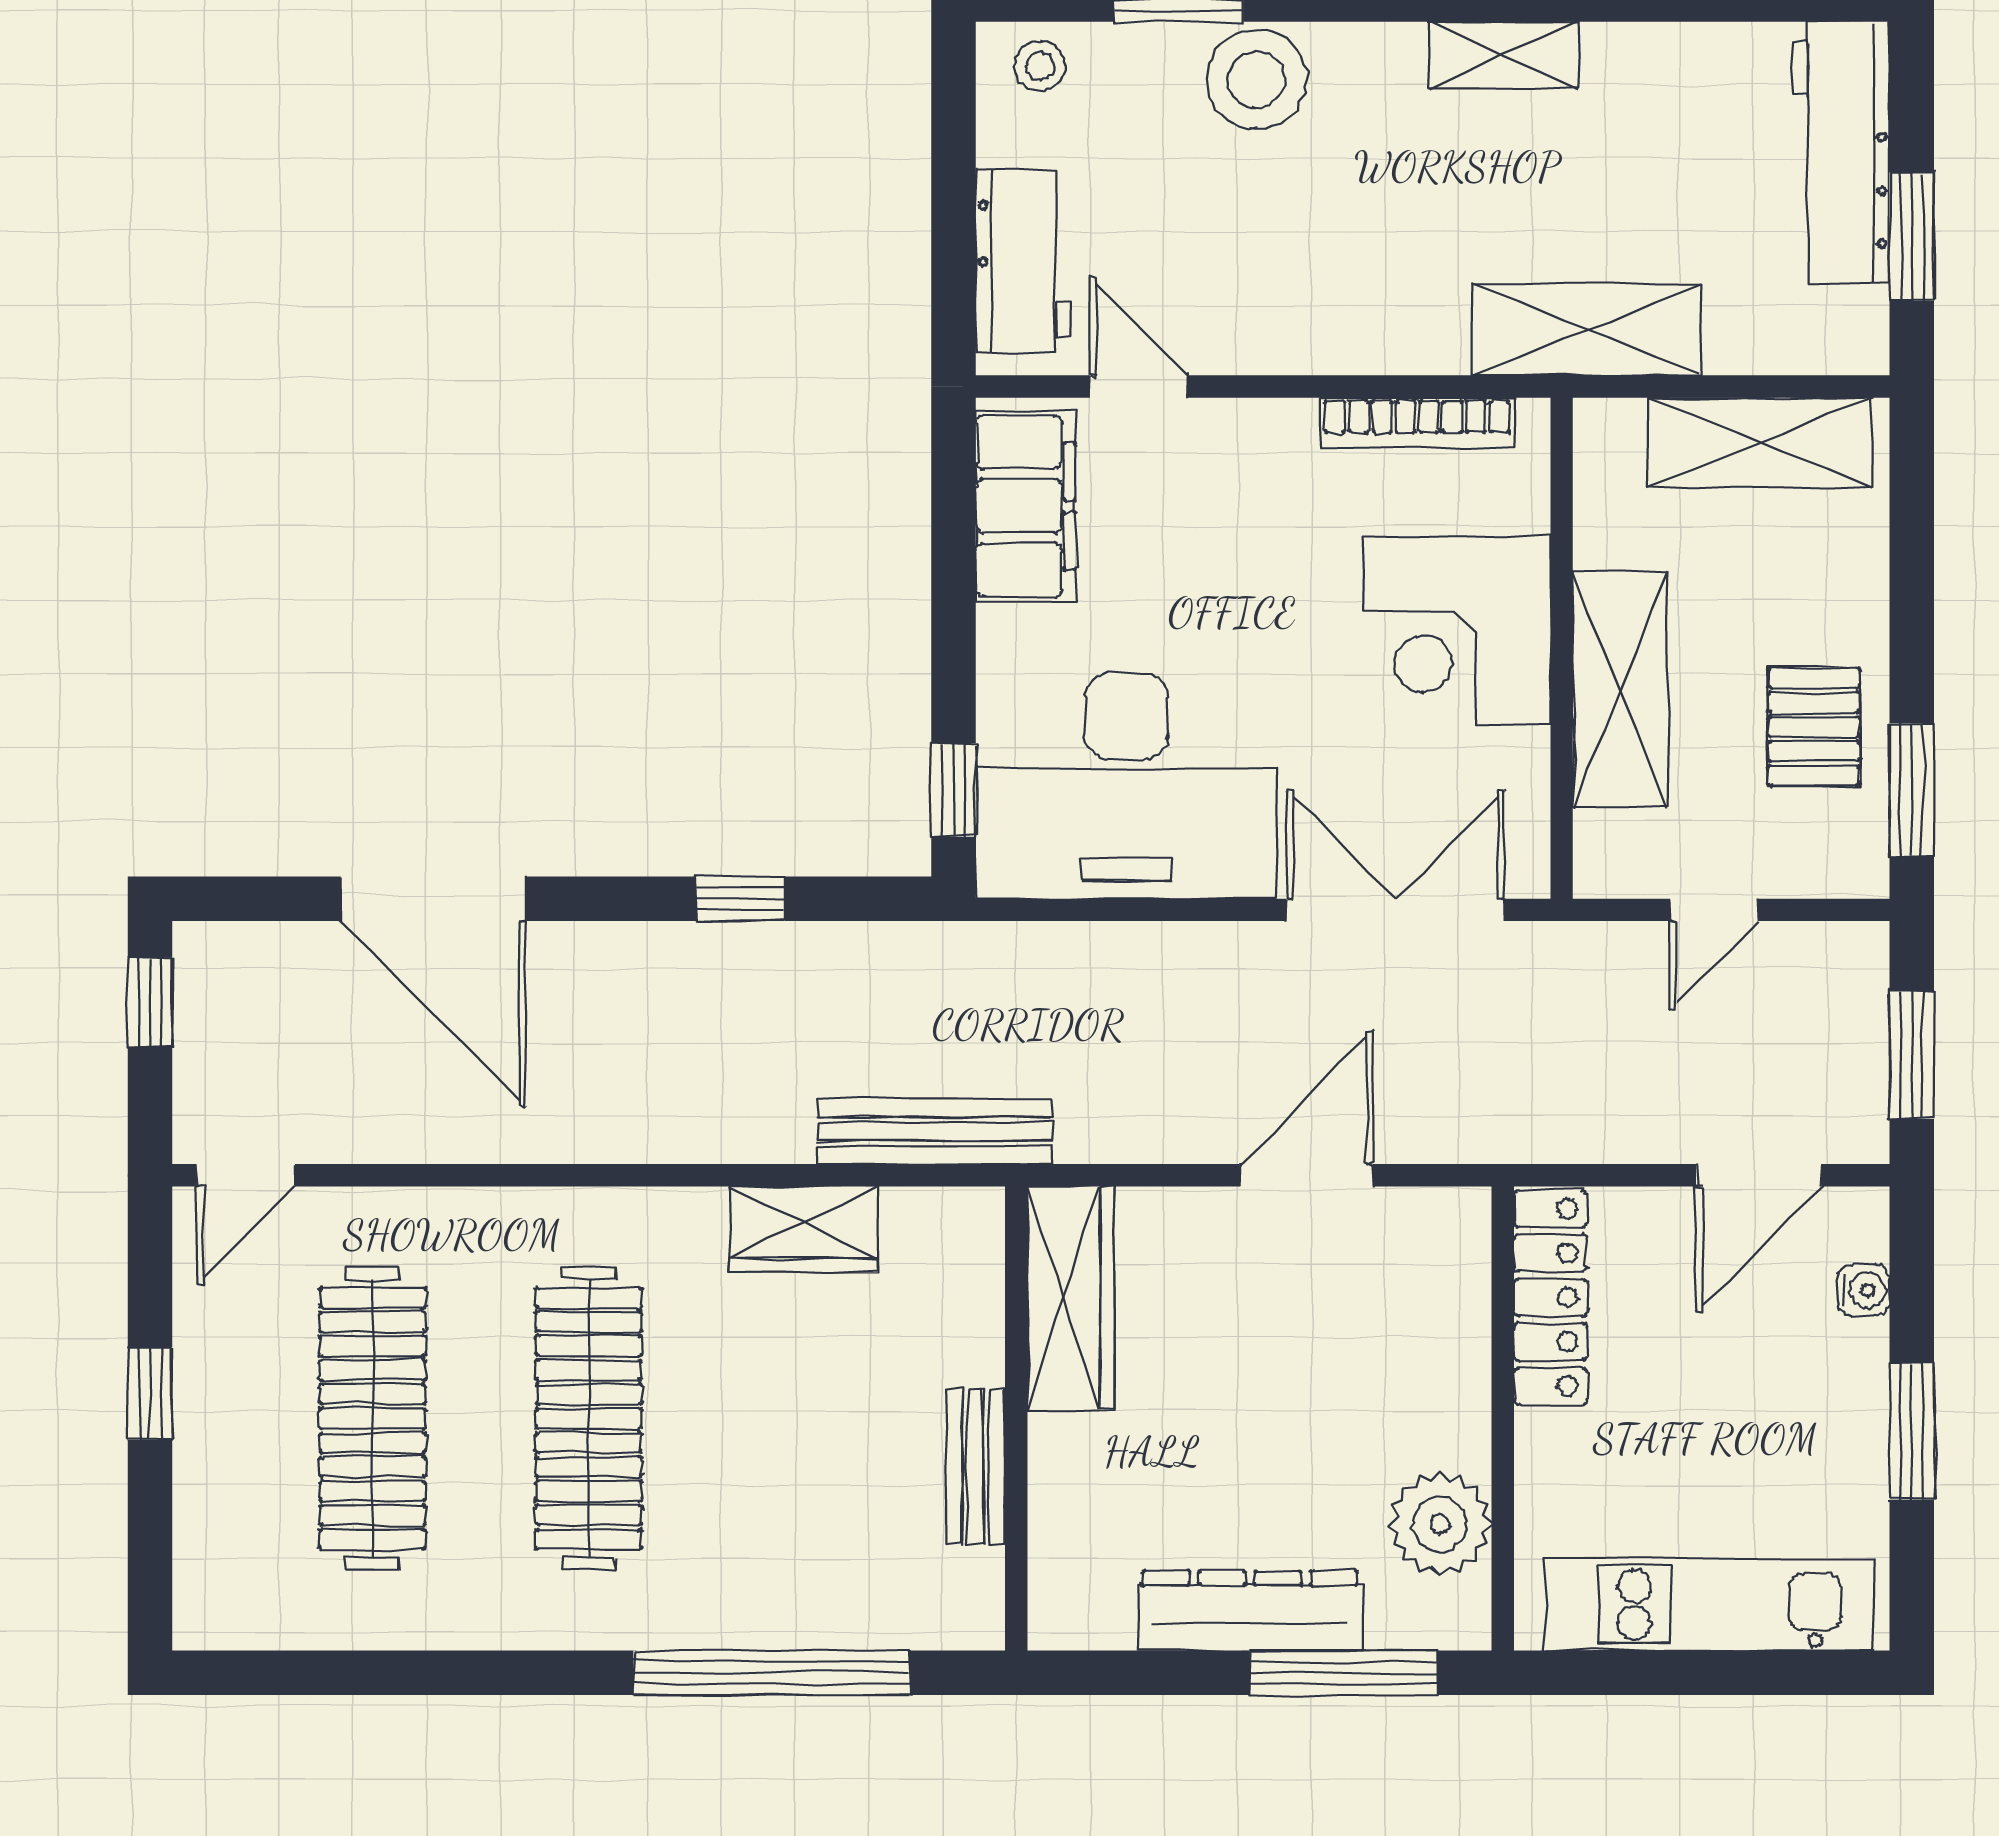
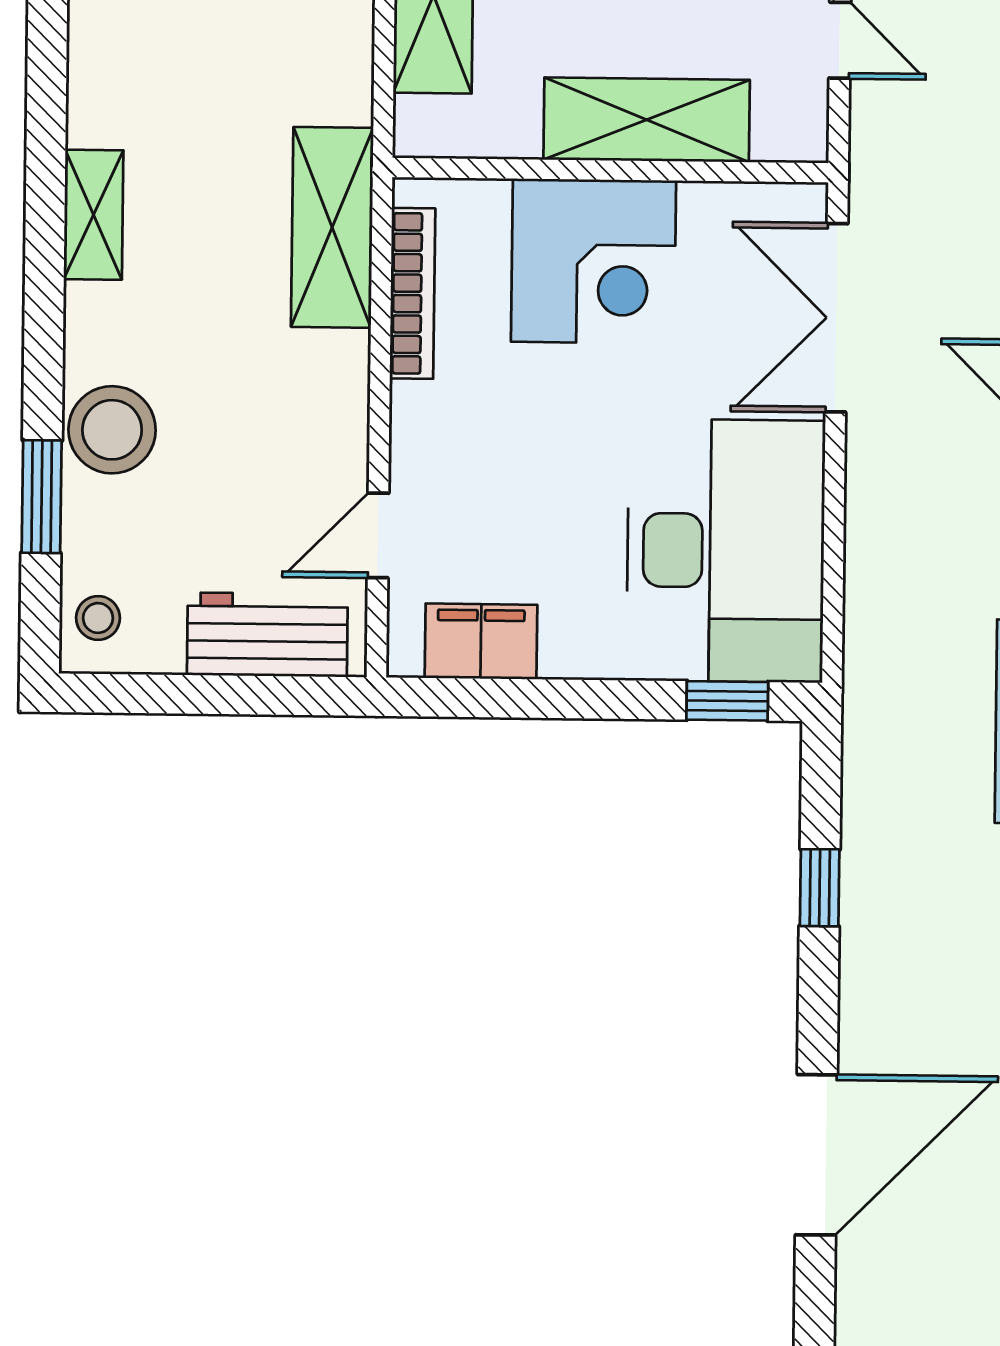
shelving: (1587, 330) -> (332, 227), moved
filing cabinet: (1026, 506) -> (481, 641), width x0.67, depth x0.86

